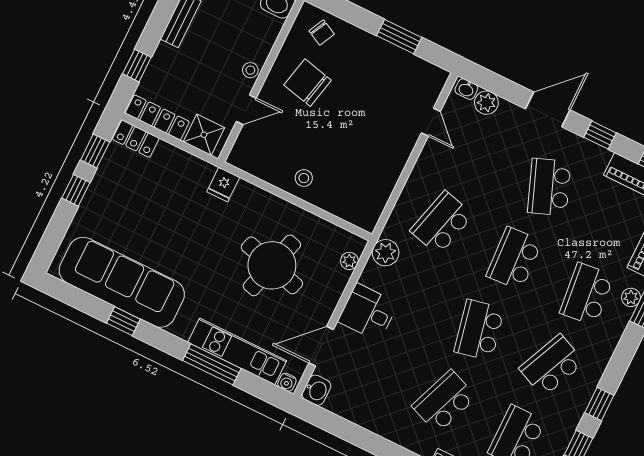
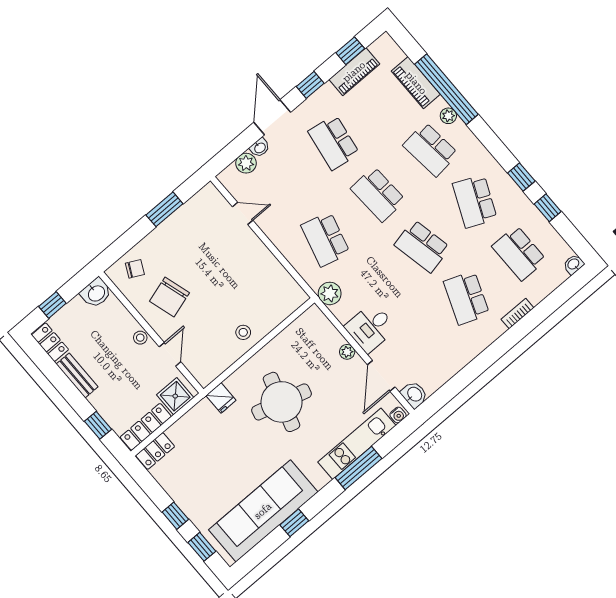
chair: (308, 83) -> (170, 297), turned -30
washbasin: (466, 89) -> (260, 148), moved
window: (95, 151) -> (202, 547), moved
school desk: (549, 187) -> (334, 143), turned 30
plant: (349, 261) -> (347, 352), moved
round table: (272, 265) -> (282, 402), moved

